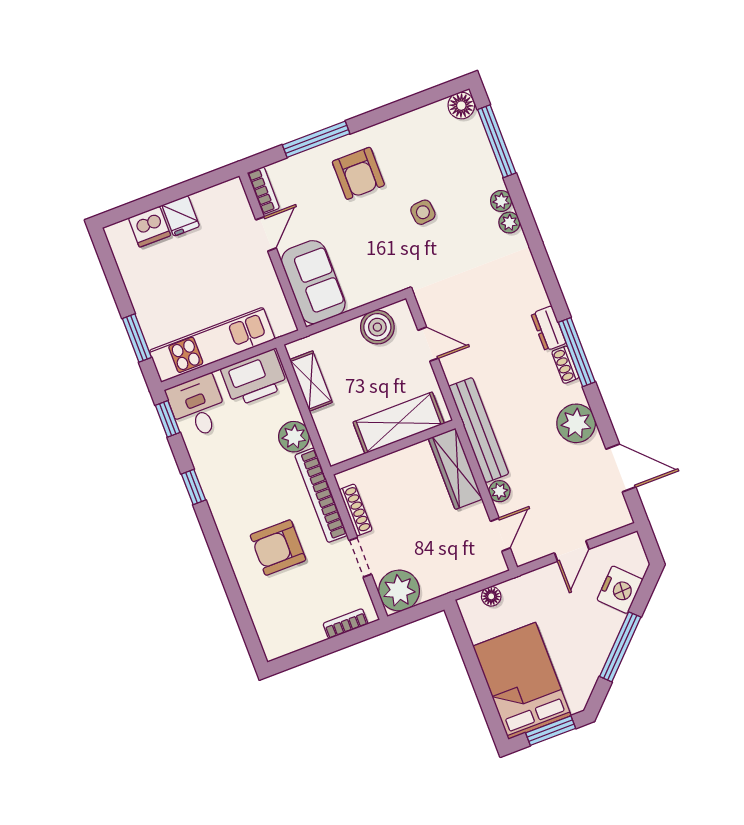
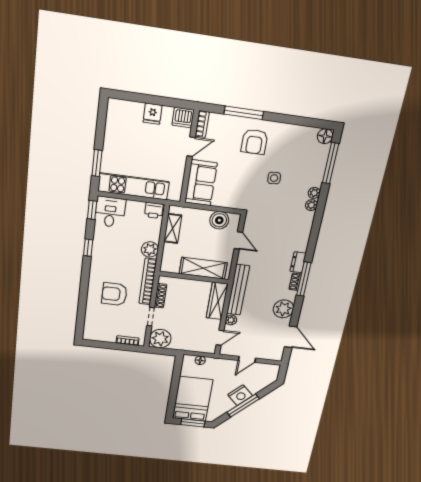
dishwasher: (149, 227) -> (183, 118), moved
printer: (254, 378) -> (154, 210), width x0.53, depth x0.68
nightstand: (620, 590) -> (240, 395), moved

